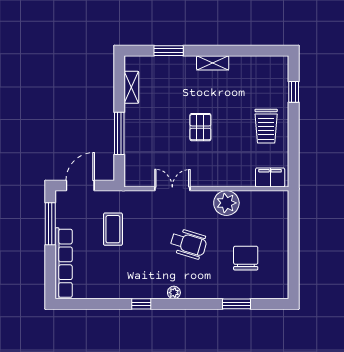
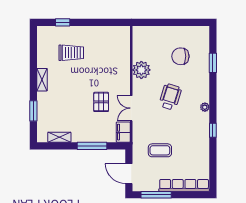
trolley: (266, 126) -> (71, 53), moved
pallet: (200, 127) -> (101, 102), moved, turned 90
filing cabinet: (270, 177) -> (123, 132), moved

